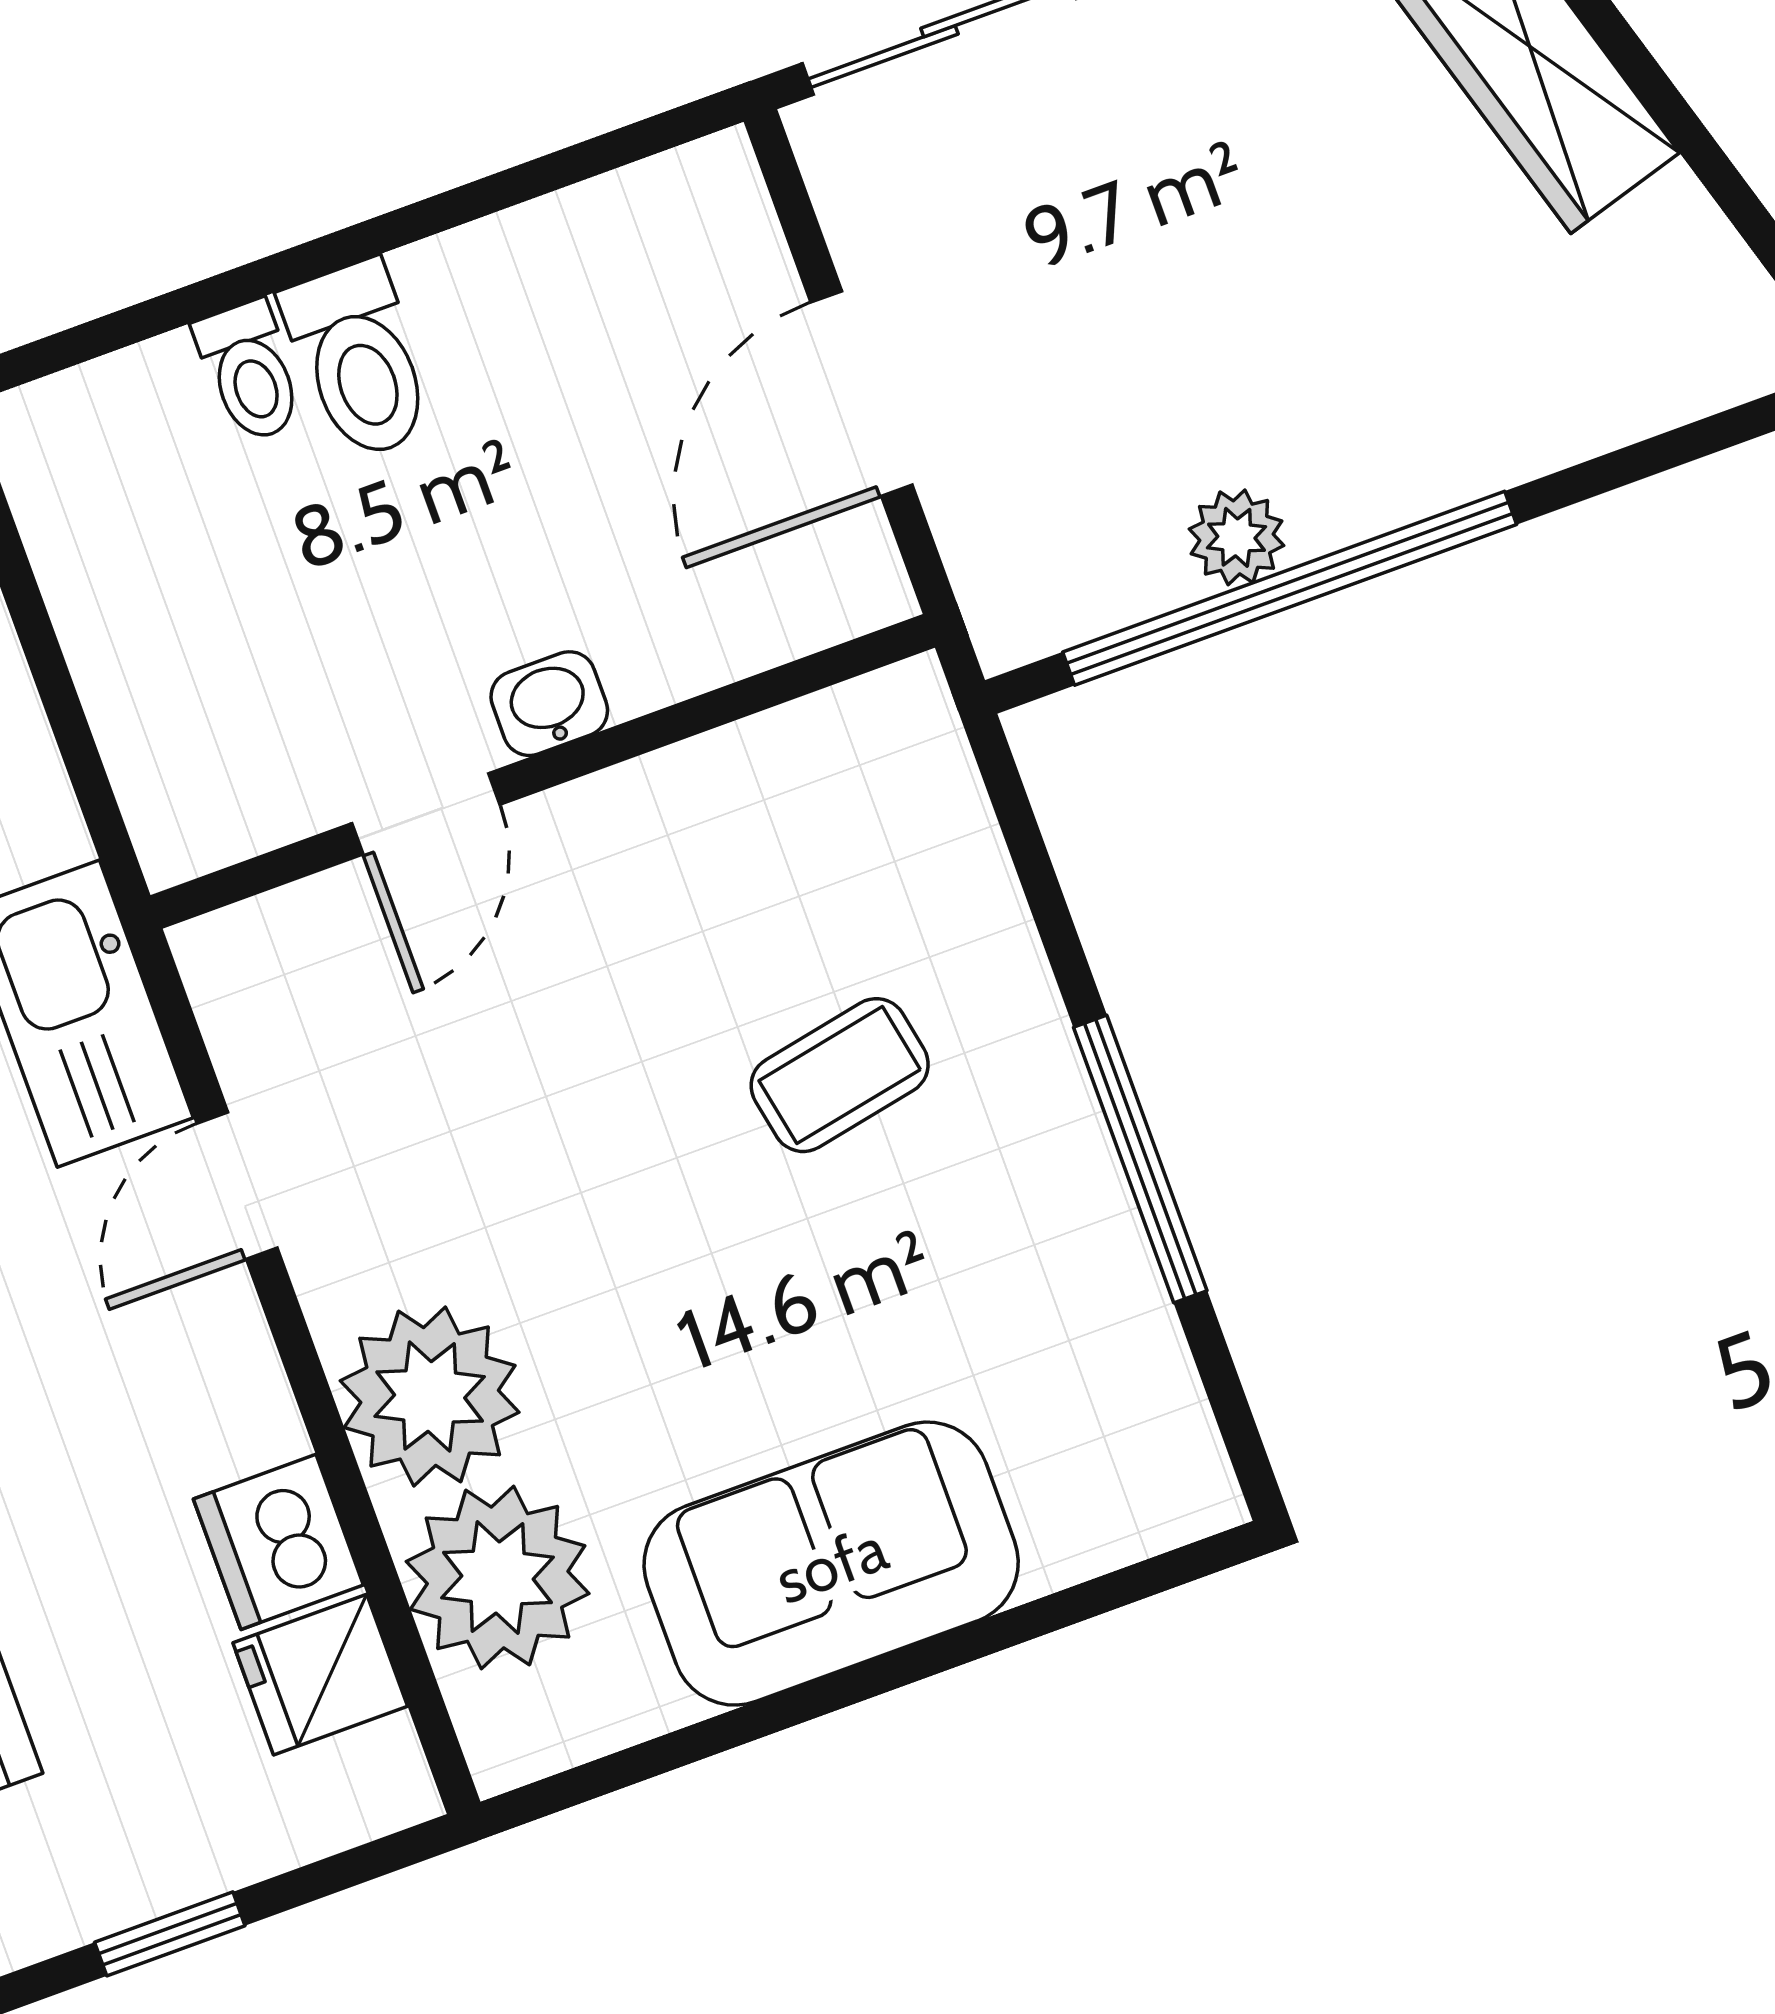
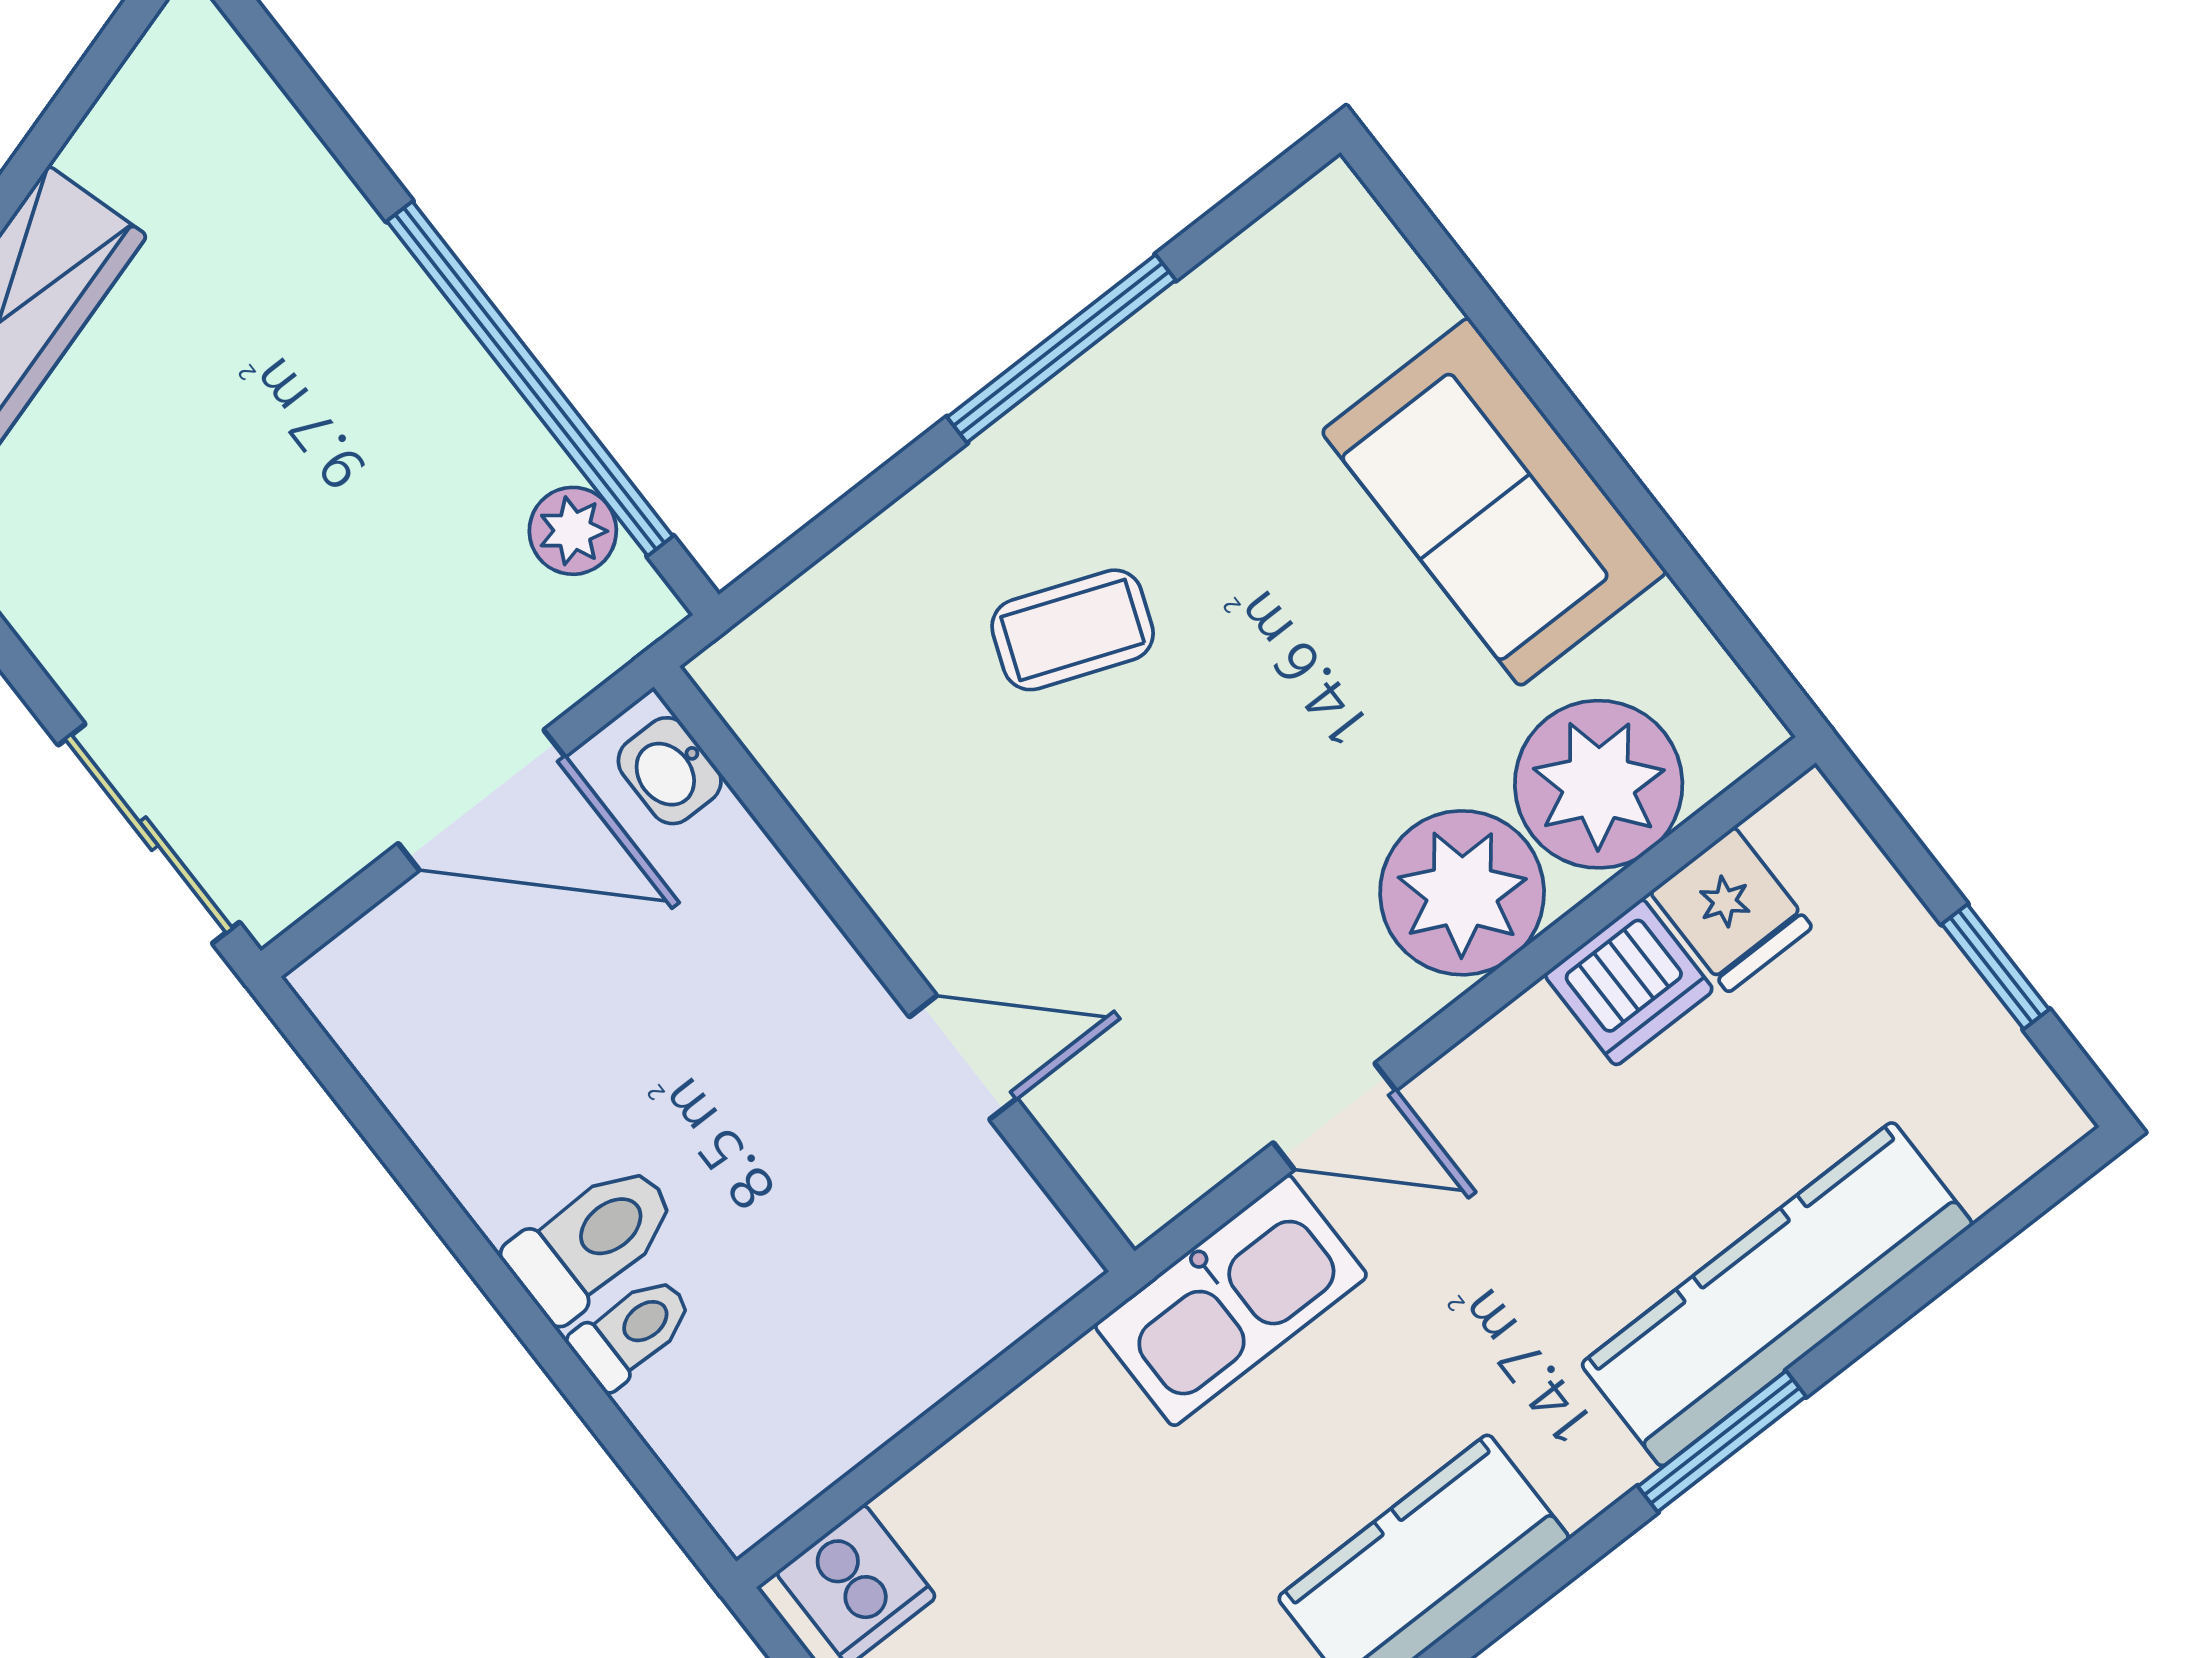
plant: (1236, 537) -> (573, 531), moved
washbasin: (549, 704) -> (670, 771), moved
coffee table: (840, 1075) -> (1073, 630), turned -58

